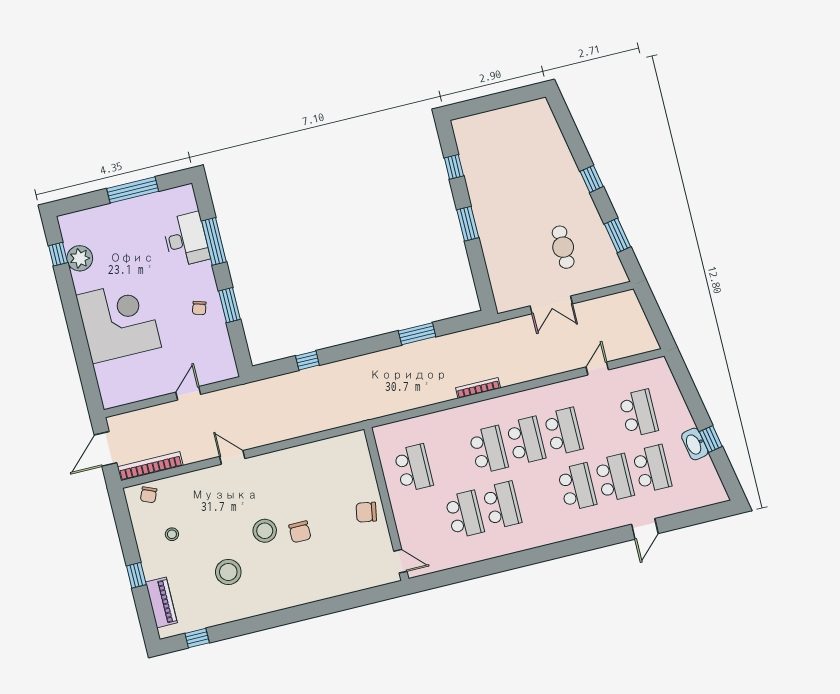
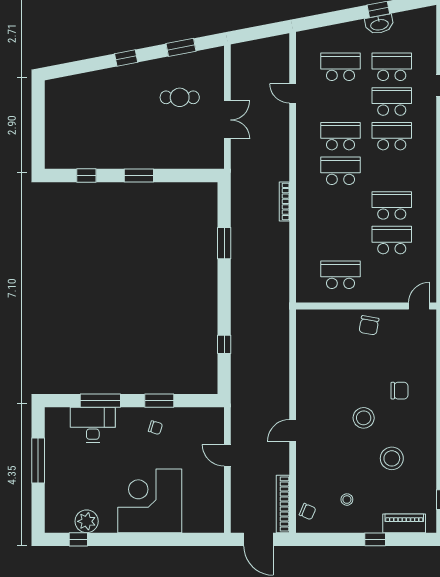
school desk: (489, 450) -> (340, 205), removed
chair: (300, 532) -> (399, 391), moved

